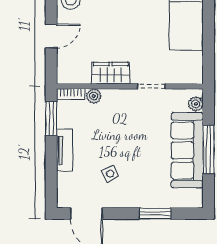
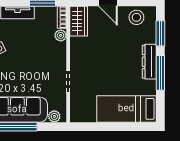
wardrobe: (111, 73) -> (79, 21), moved

